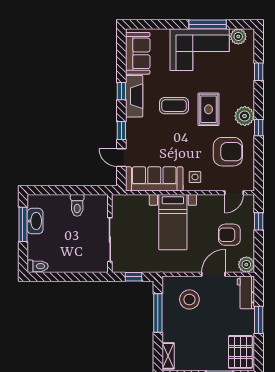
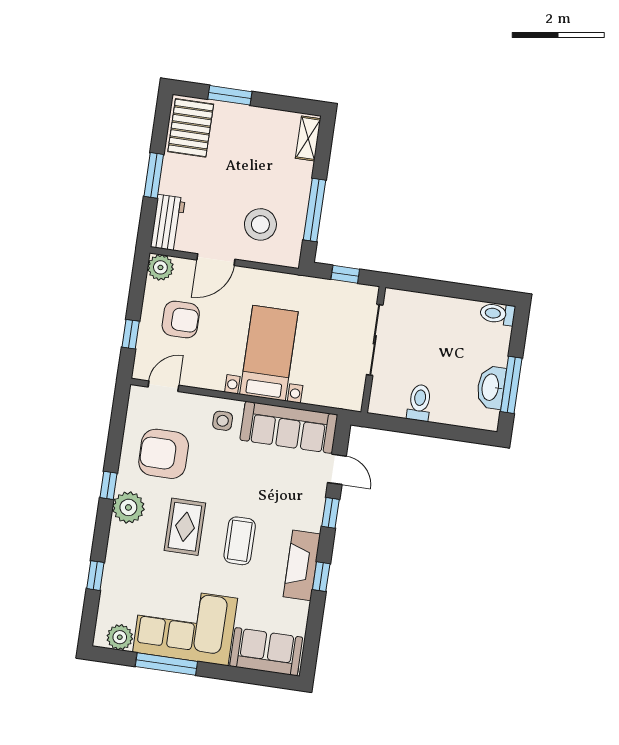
sofa: (138, 53) -> (266, 652), moved, turned 90
coffee table: (174, 106) -> (240, 541), turned 90

